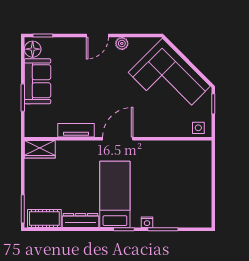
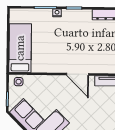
door: (118, 139) -> (78, 74), hinge flipped
bed: (115, 194) -> (20, 48), moved, turned 180

